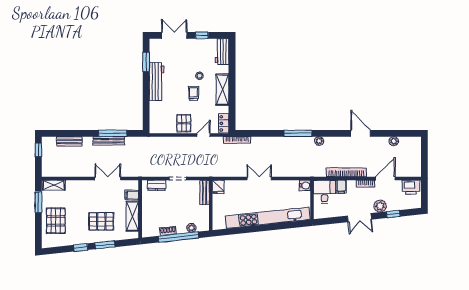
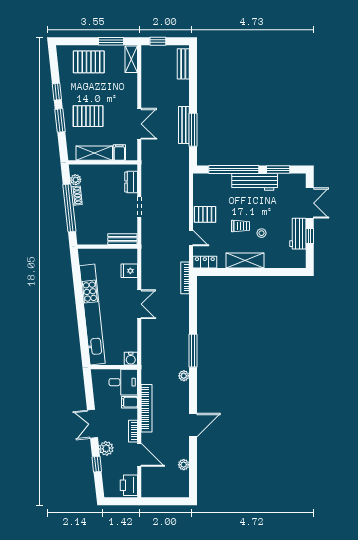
workbench: (222, 52) -> (298, 234), moved, turned -90
window: (146, 99) -> (234, 170), added
bench: (69, 141) -> (183, 64), moved
window: (38, 150) -> (158, 41), moved
fridge: (218, 187) -> (129, 271), moved
pallet: (101, 221) -> (88, 116), turned 90
plant: (191, 228) -> (76, 180), moved

